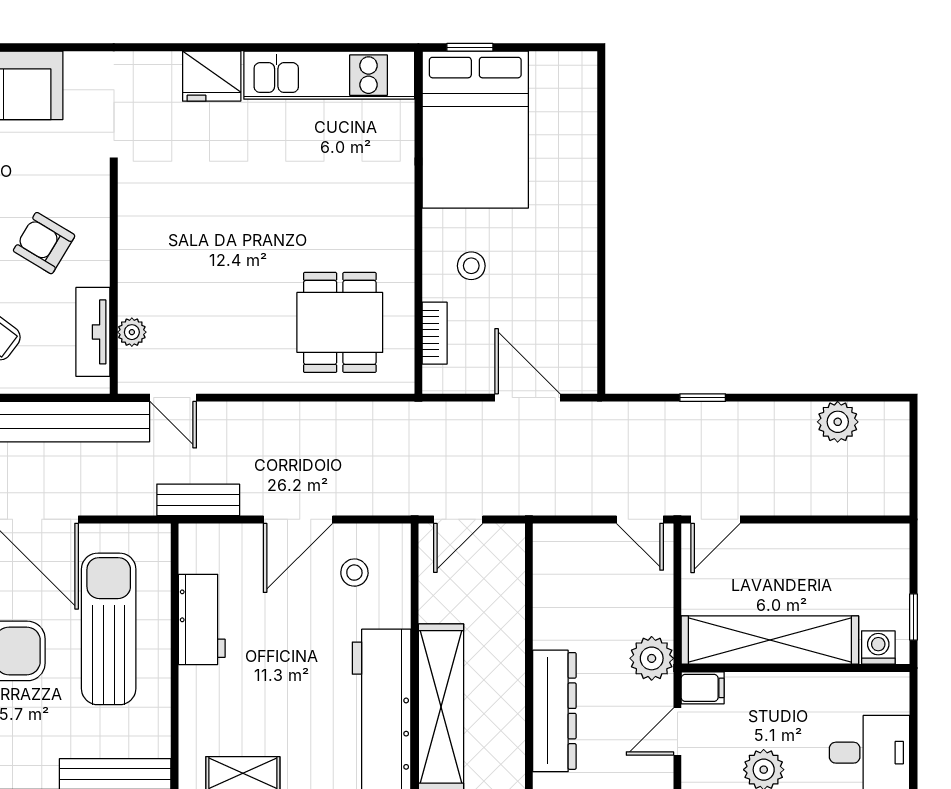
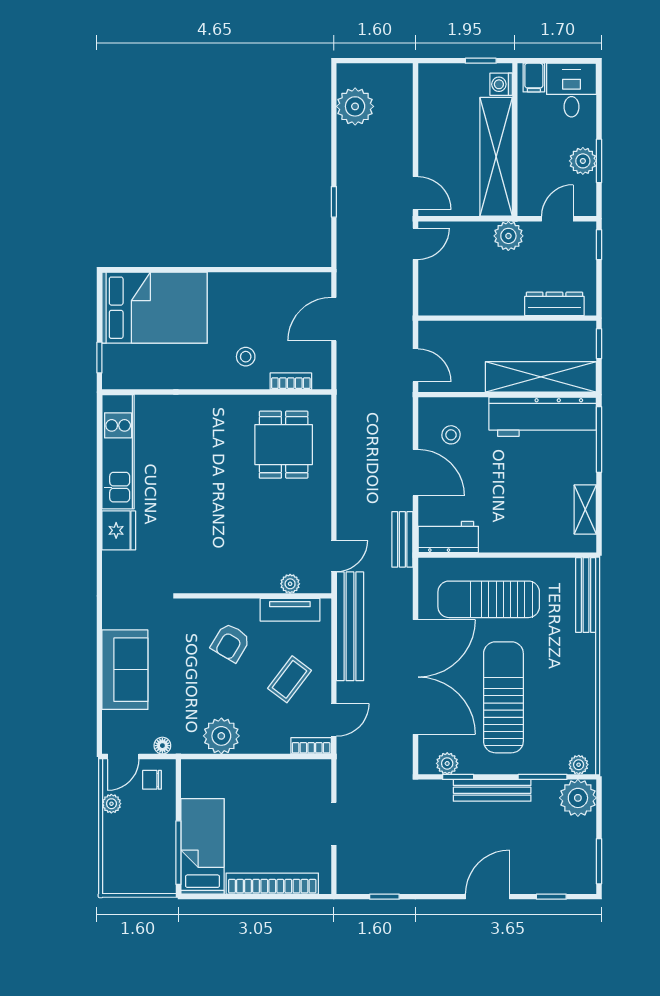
bed: (475, 130) -> (155, 308), moved
dining table: (340, 322) -> (284, 445), turned 90
plant: (838, 422) -> (355, 106), width x1.36, depth x1.36
workbench: (202, 619) -> (448, 537), moved
filing cabinet: (703, 688) -> (534, 78), moved, turned 180
dresser: (554, 711) -> (554, 304), width x0.73, depth x0.80
door: (677, 732) -> (557, 219), swing flipped

